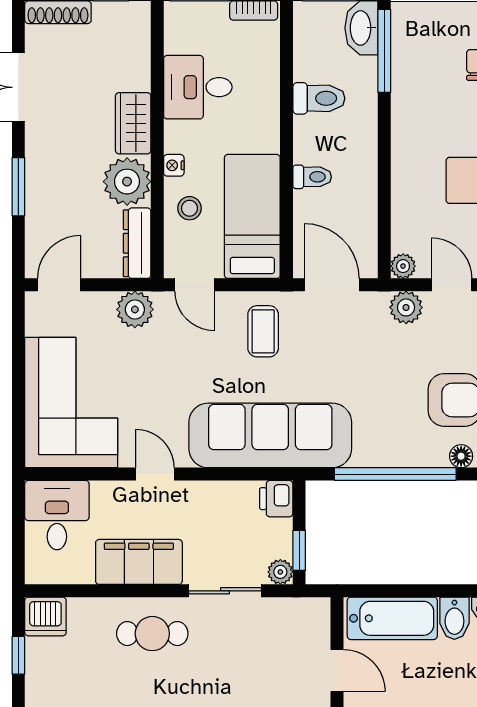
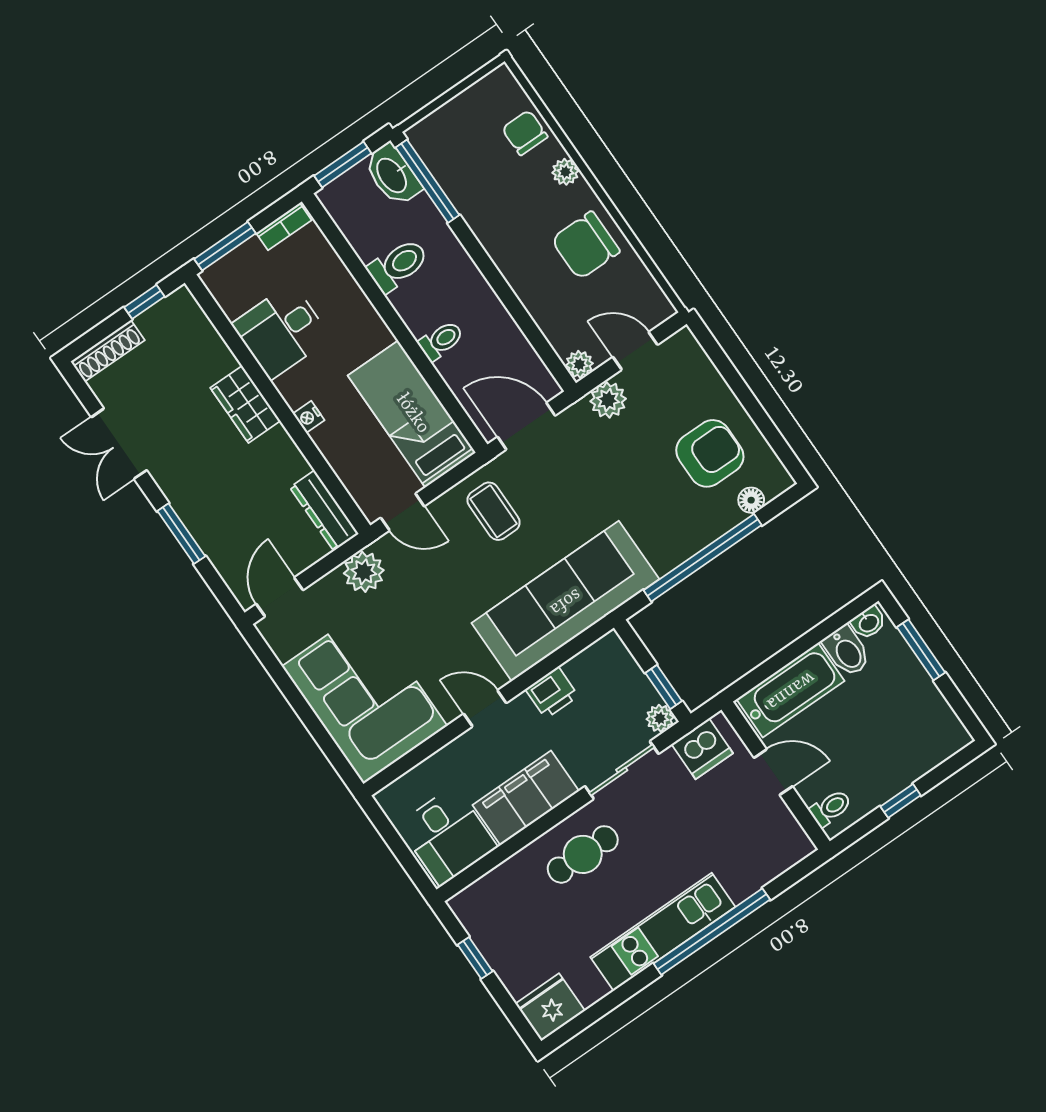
plant: (127, 182) -> (276, 461), removed
stool: (190, 208) -> (350, 446), removed
printer: (276, 499) -> (552, 693), moved, turned -90
desk: (57, 515) -> (447, 836), moved, turned 180
dishwasher: (45, 616) -> (702, 749), moved

